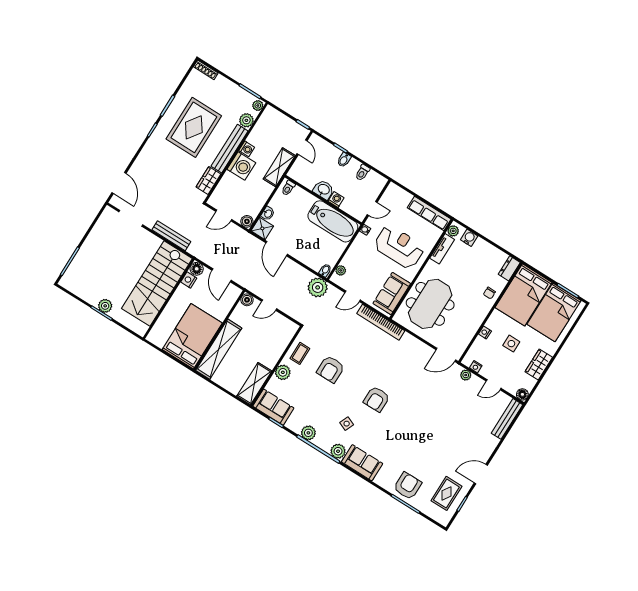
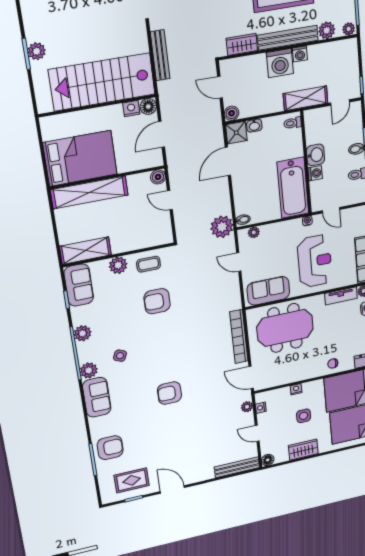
bookcase: (381, 322) -> (239, 337), moved
armchair: (376, 399) -> (169, 393), moved

